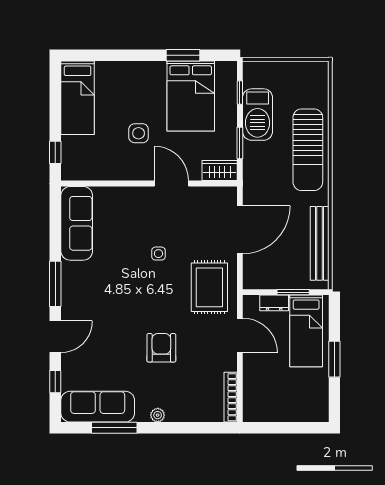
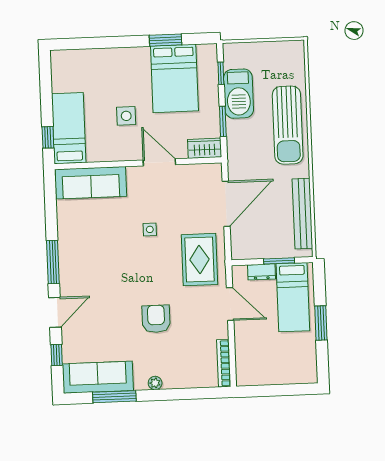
bed: (78, 98) -> (69, 128), moved, turned 180
sofa: (77, 223) -> (91, 183), moved, turned 90

